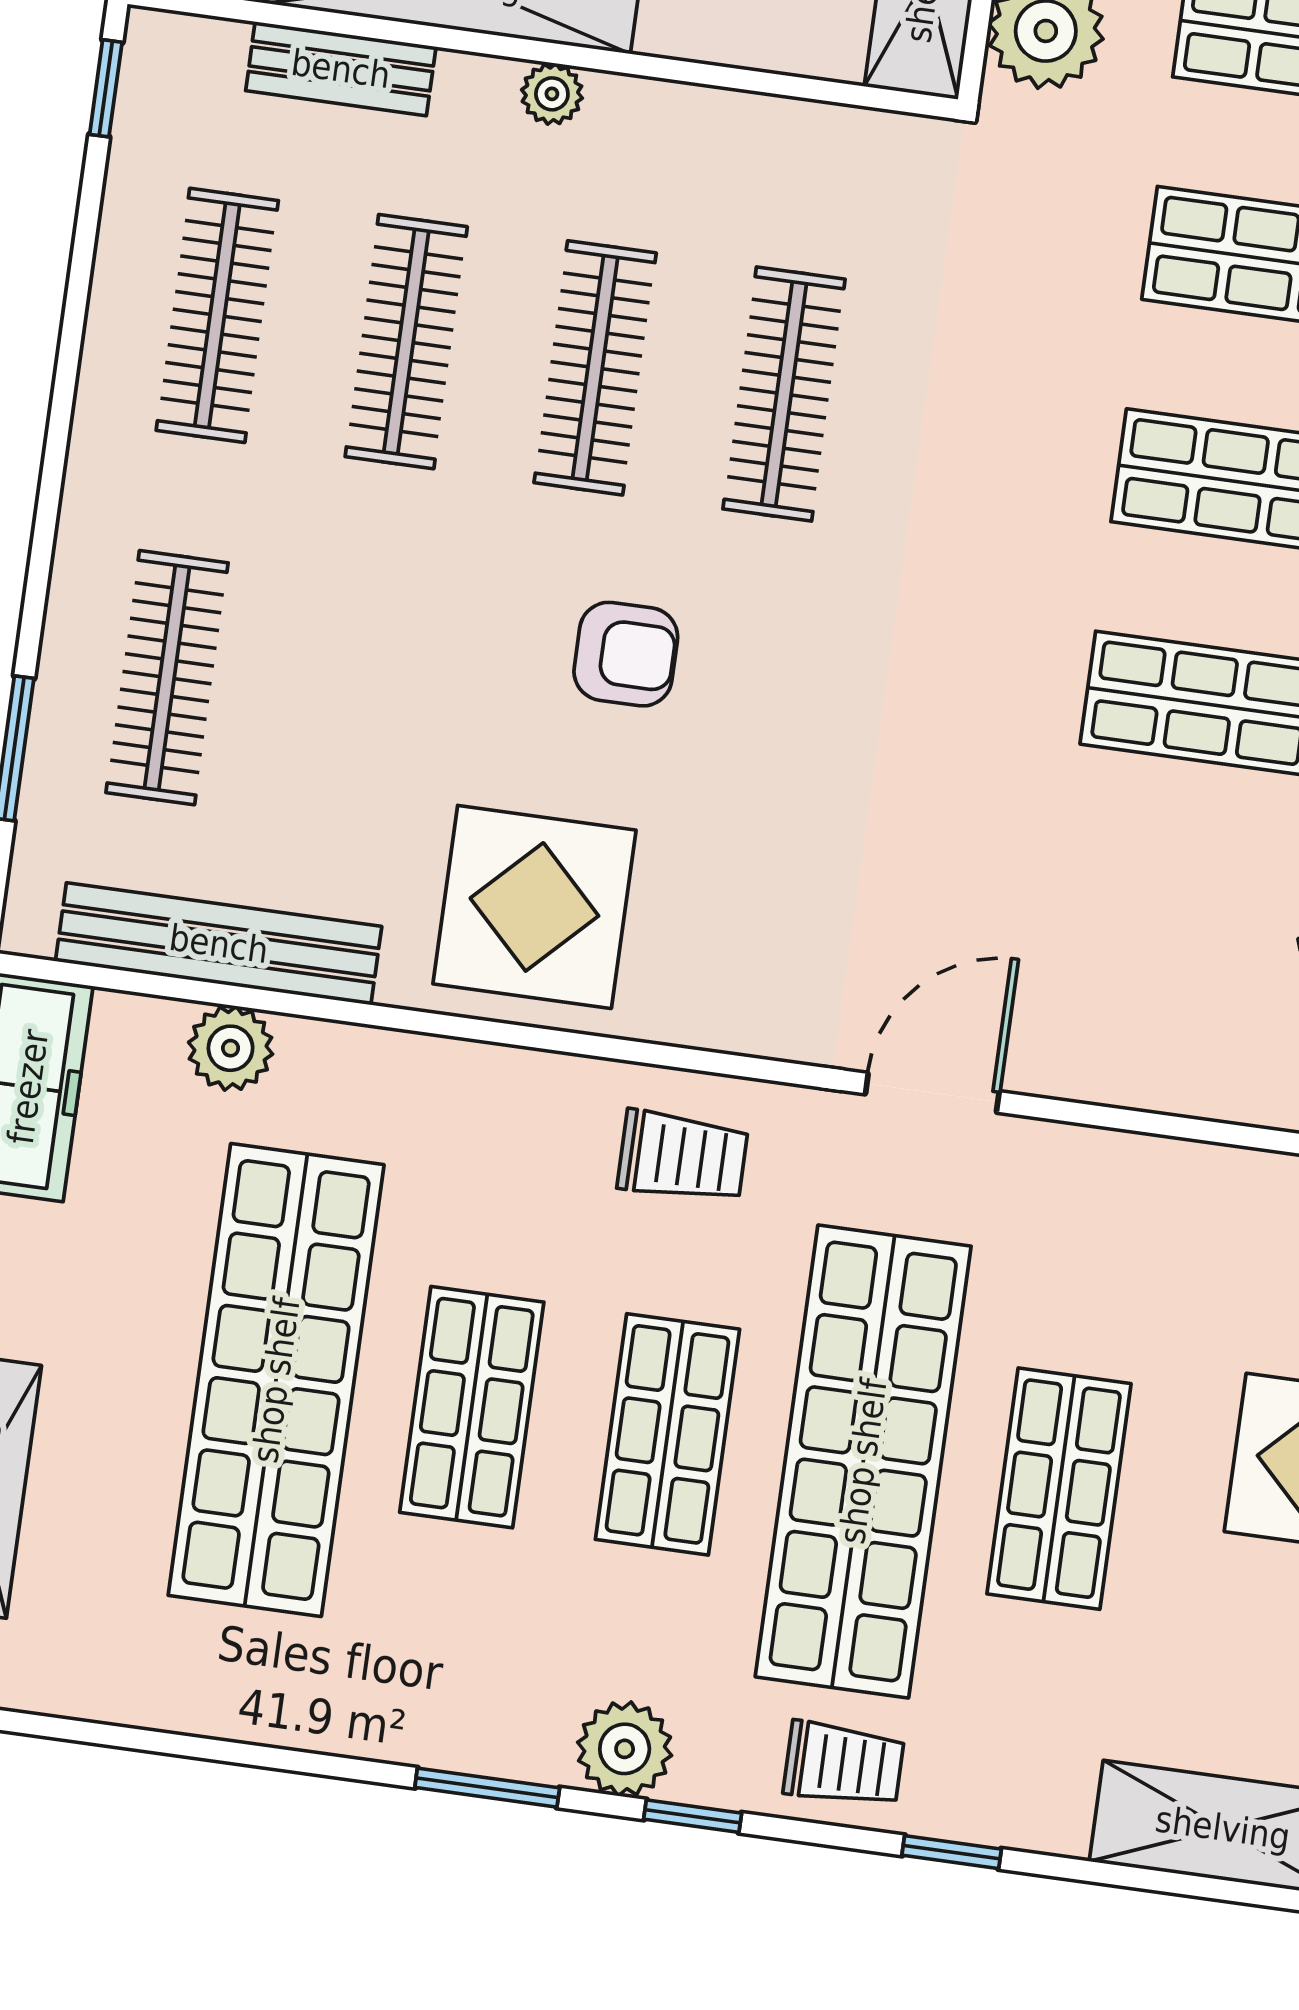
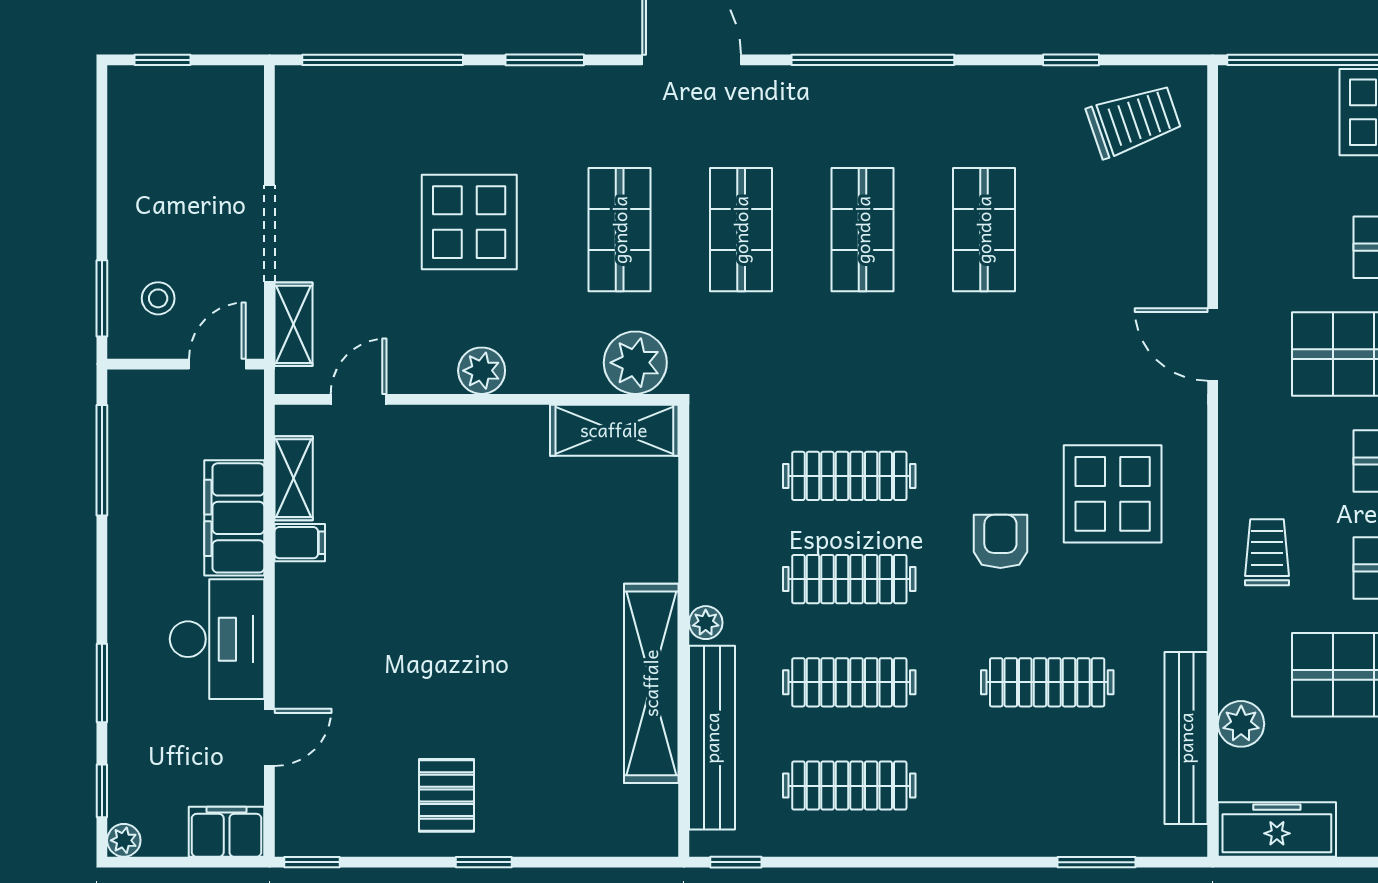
bench: (341, 69) -> (712, 738), width x1.86, depth x1.21
clothes rail: (167, 678) -> (1047, 682), moved
display table: (534, 907) -> (1113, 494), moved
trolley: (683, 1157) -> (1267, 552), moved

